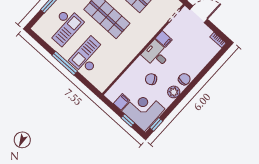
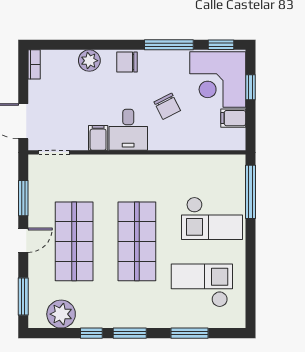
window: (65, 63) -> (250, 192), moved
plant: (174, 92) -> (89, 61), moved
window: (176, 103) -> (169, 45), added

